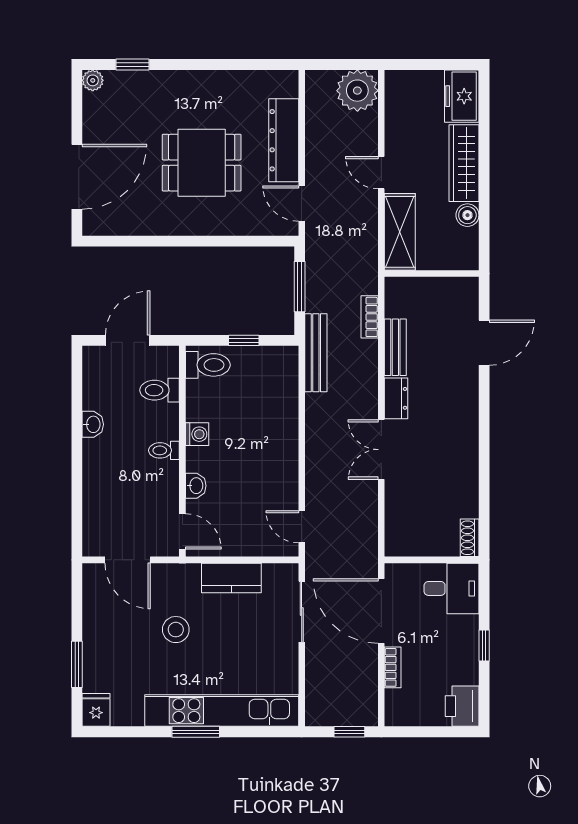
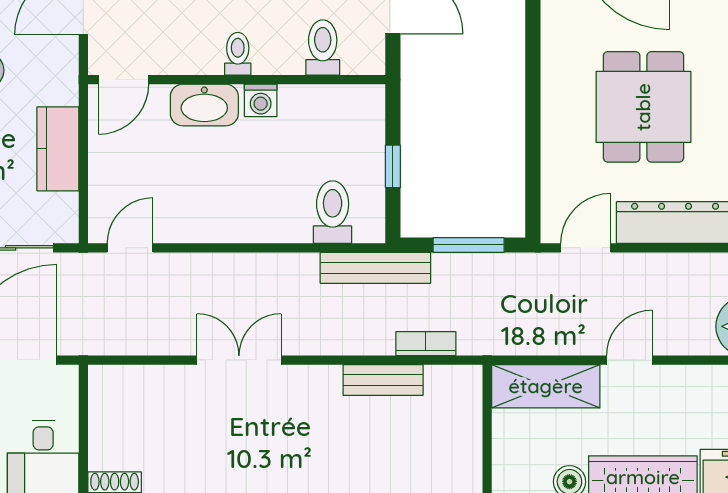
toilet: (208, 365) -> (333, 212), moved, turned 180
dresser: (396, 398) -> (311, 381), removed
washbasin: (196, 486) -> (204, 105), width x1.91, depth x1.45

